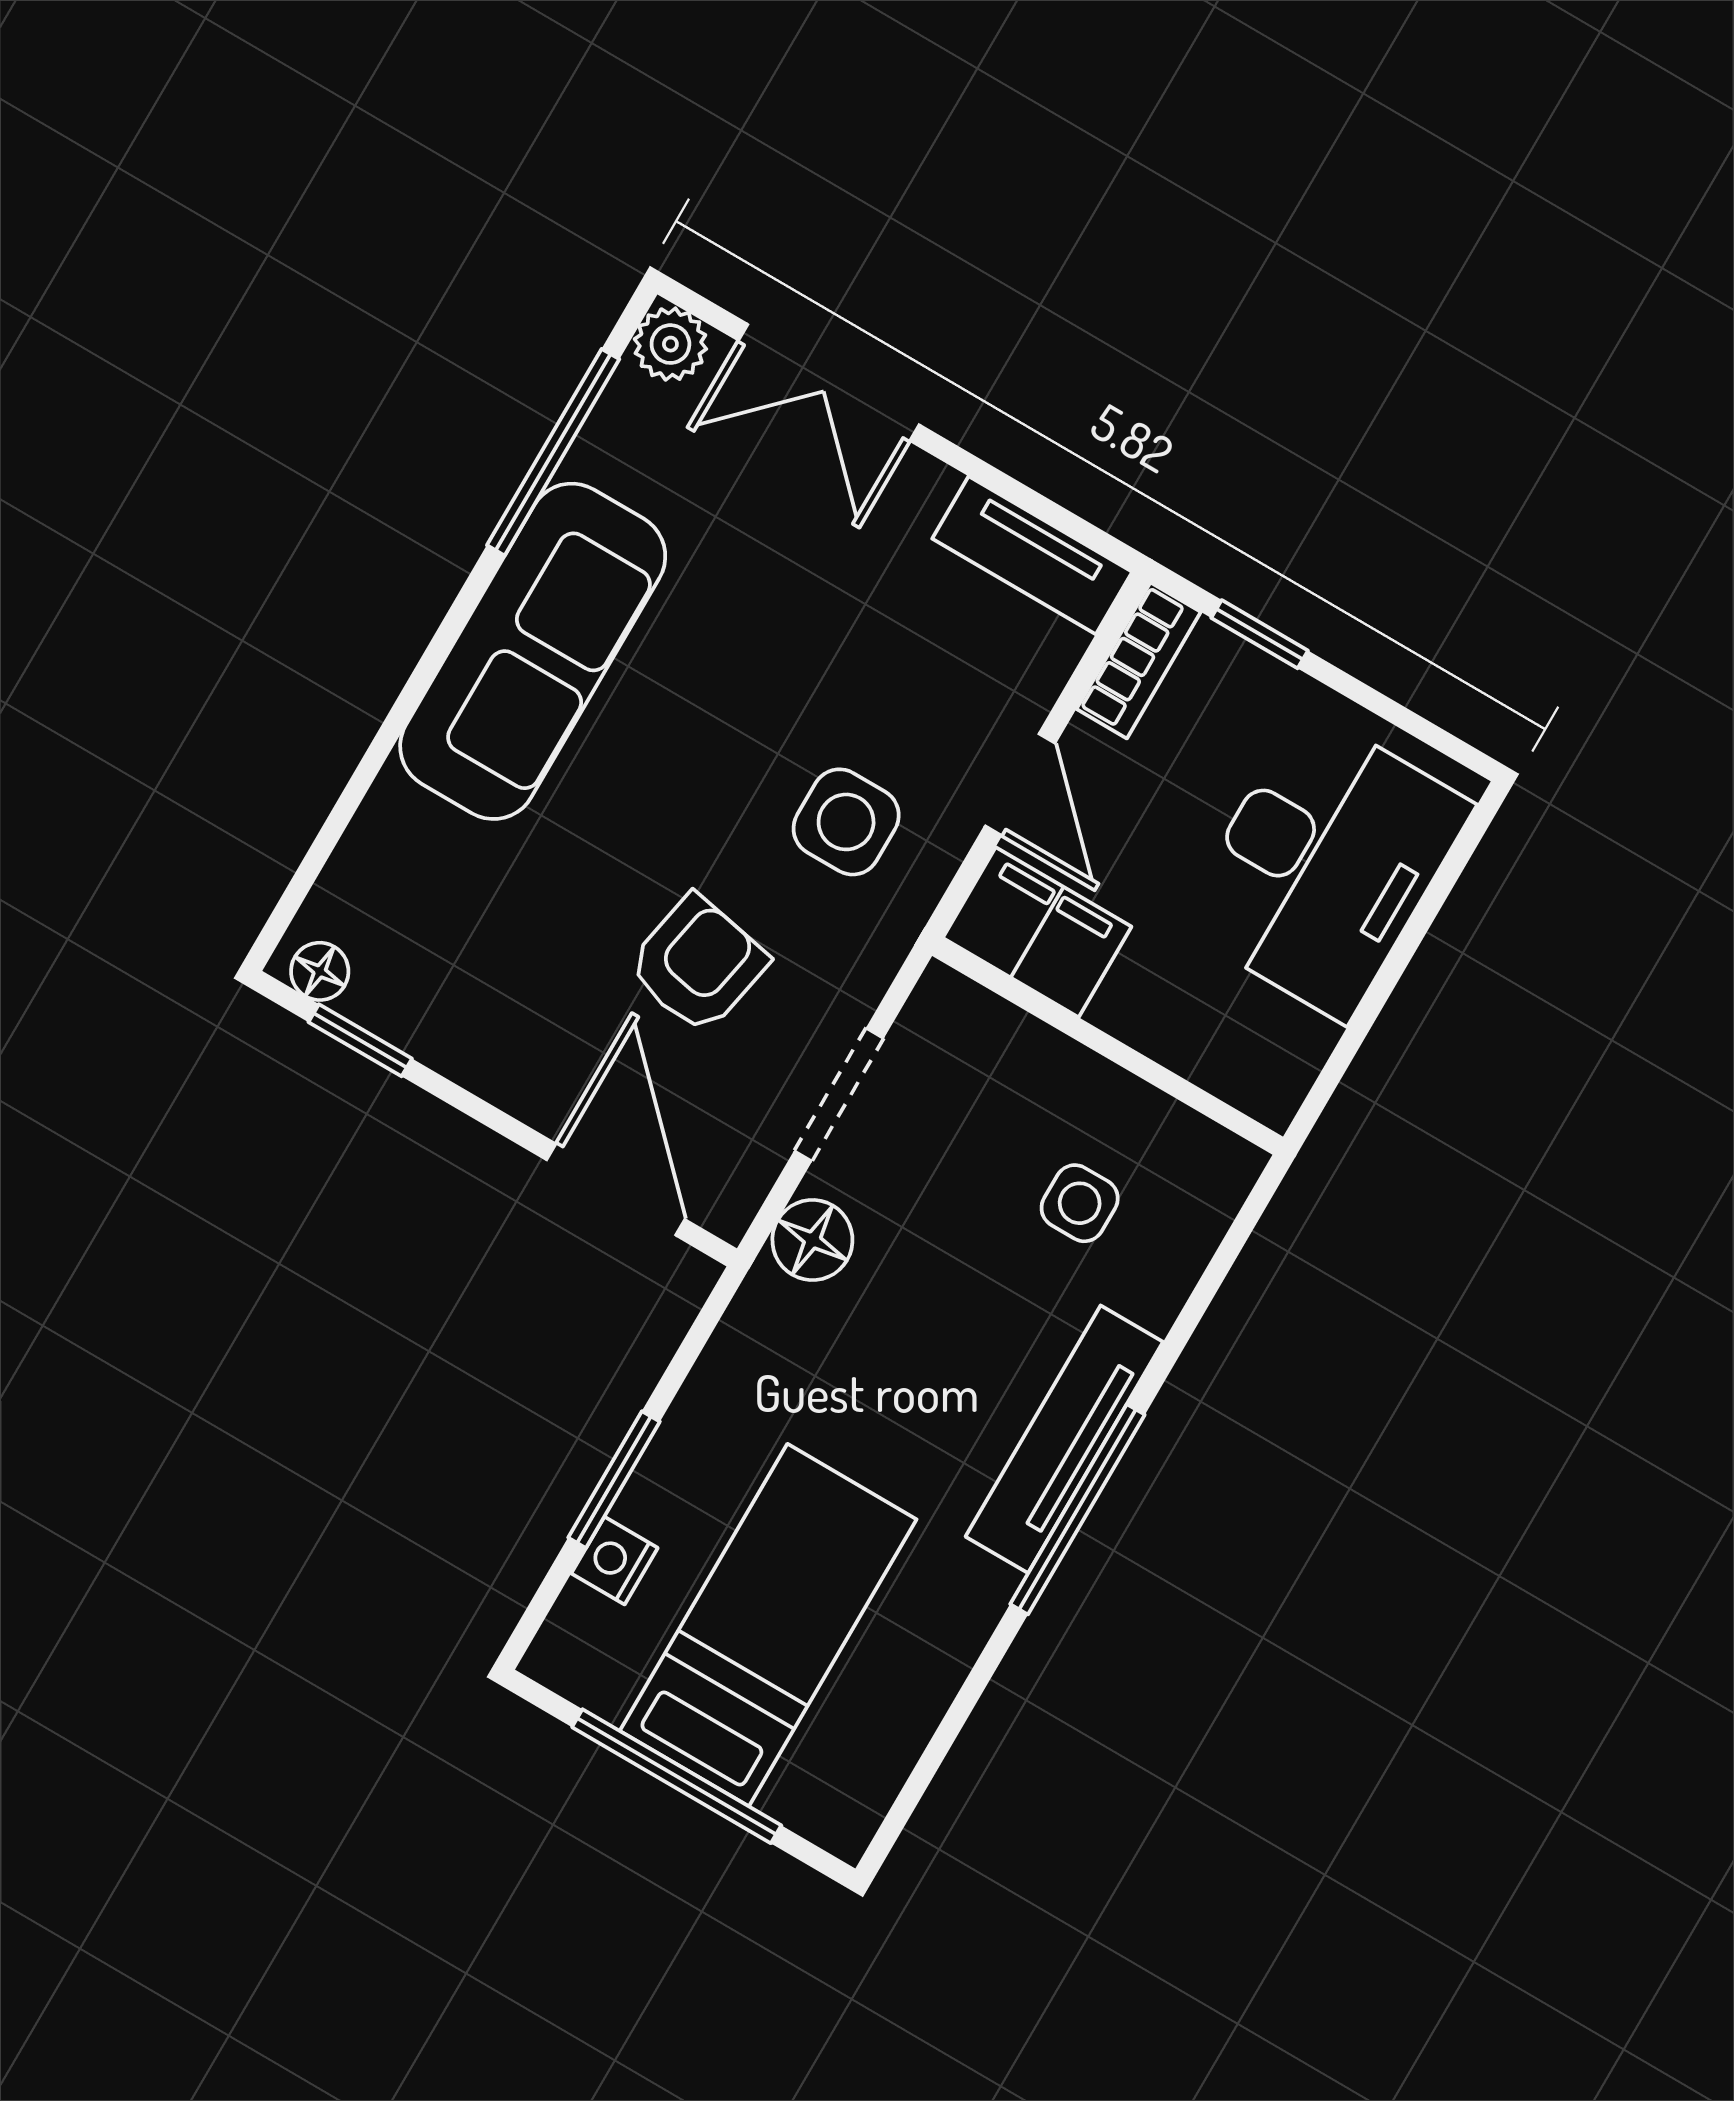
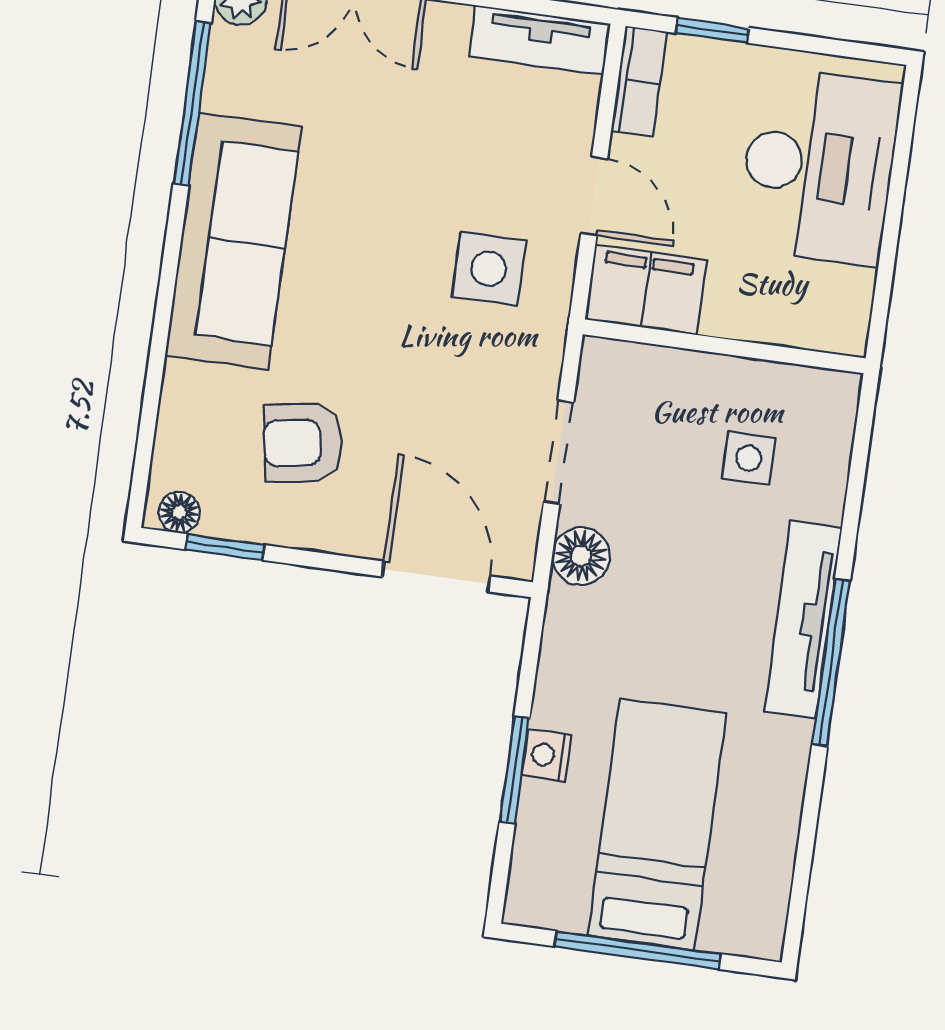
armchair: (698, 964) -> (303, 443), moved, turned -110
nightstand: (615, 1561) -> (547, 755), moved

